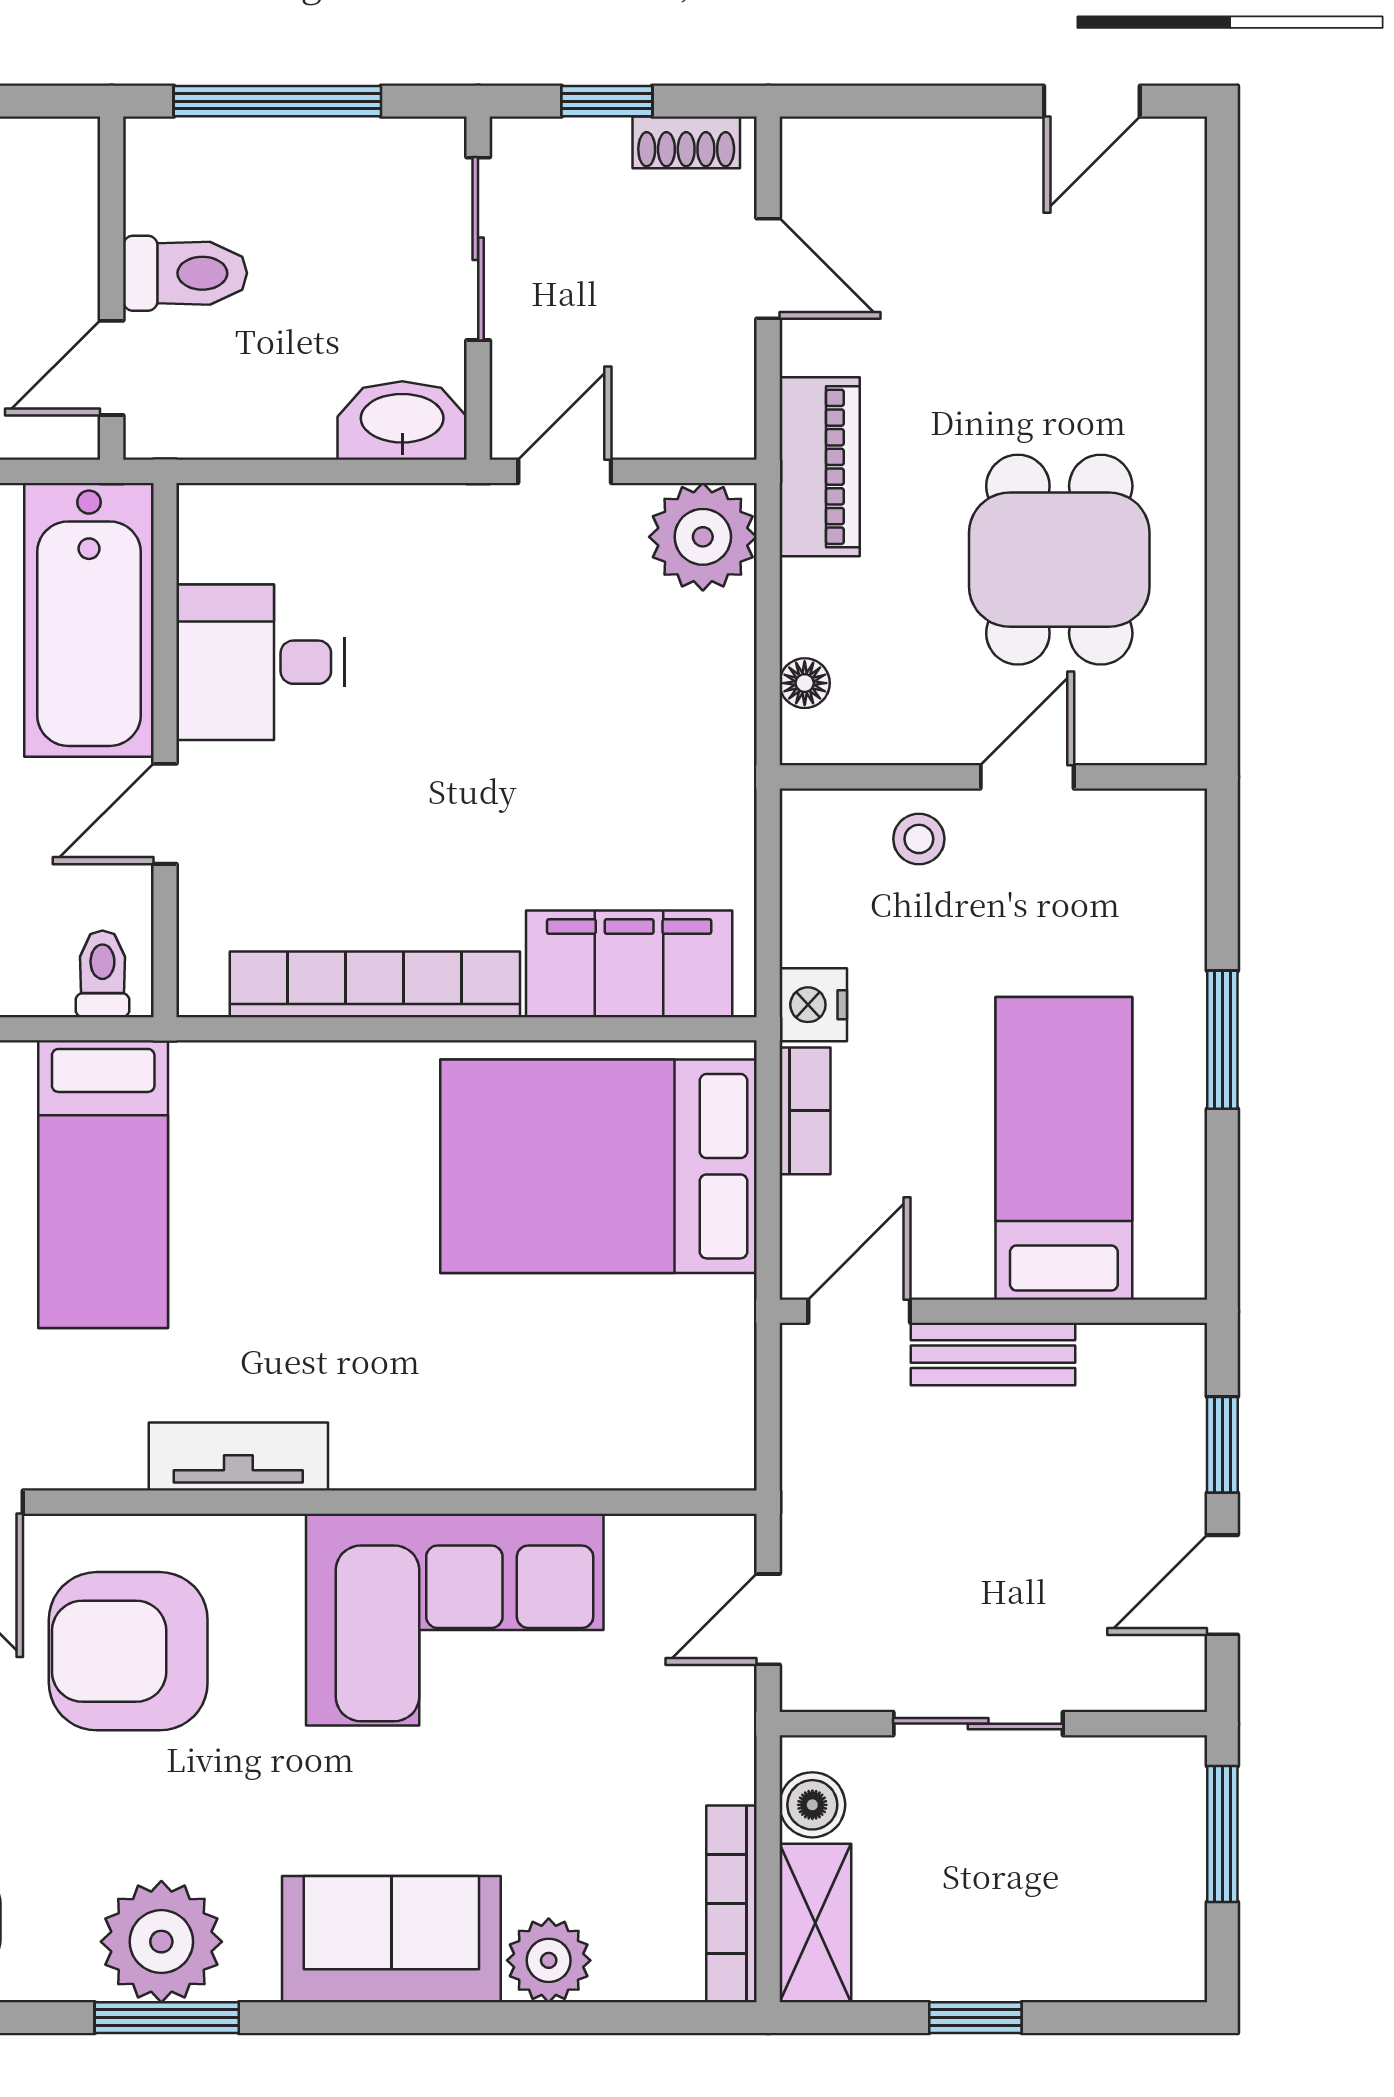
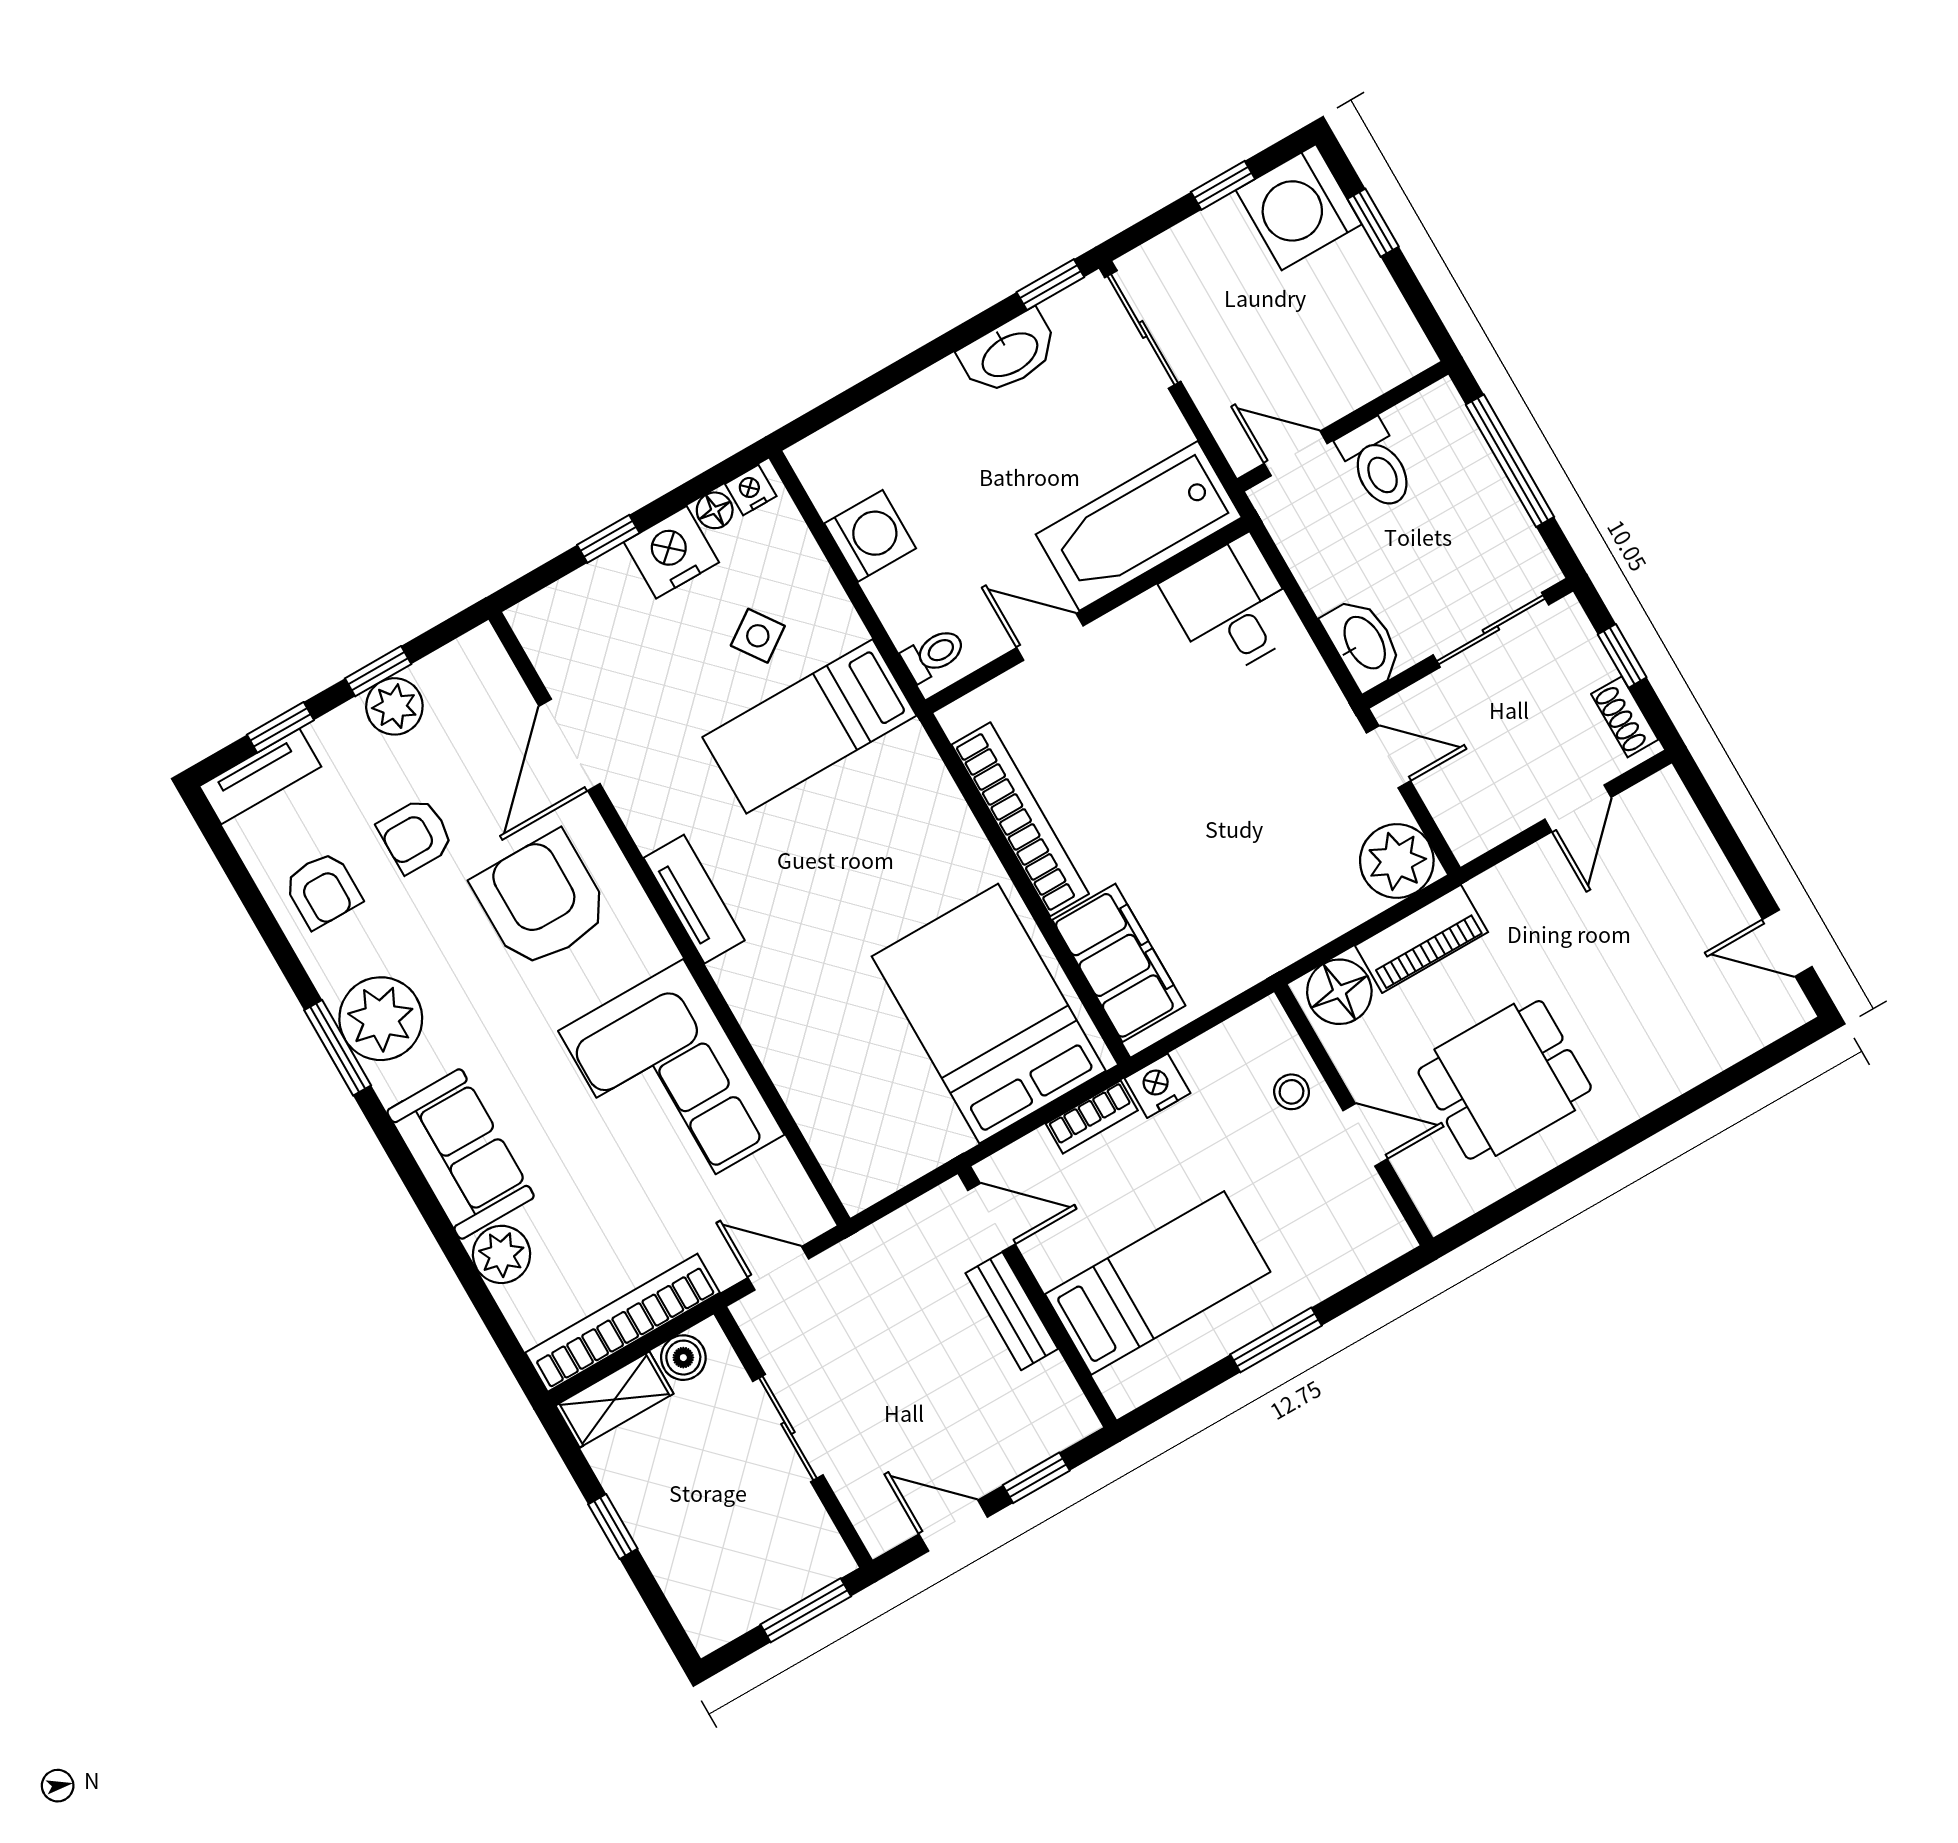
piano: (820, 467) -> (1421, 939), moved
desk: (260, 662) -> (1232, 607), moved
floor lamp: (805, 683) -> (1339, 992), width x1.89, depth x1.89
bookcase: (732, 1904) -> (622, 1323), width x1.48, depth x1.31

